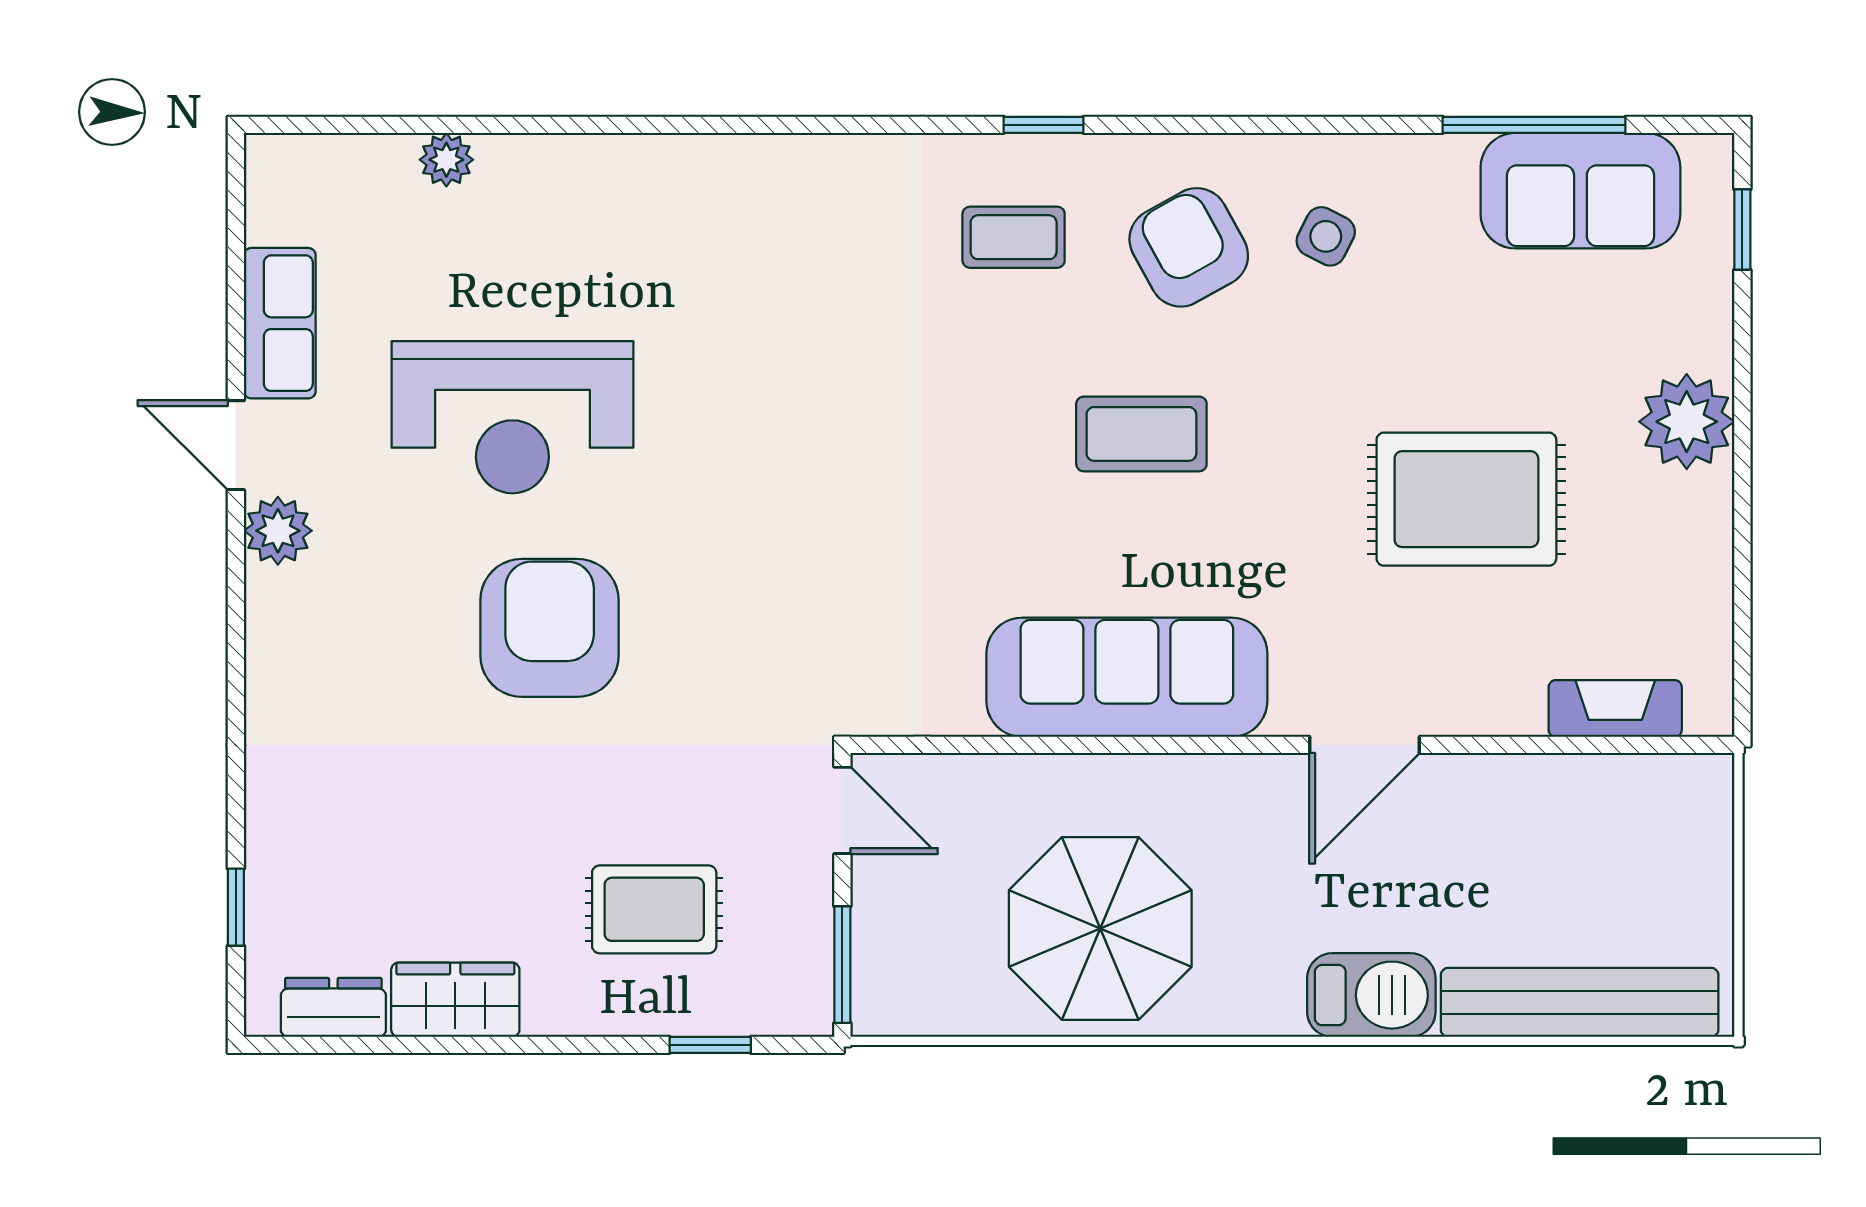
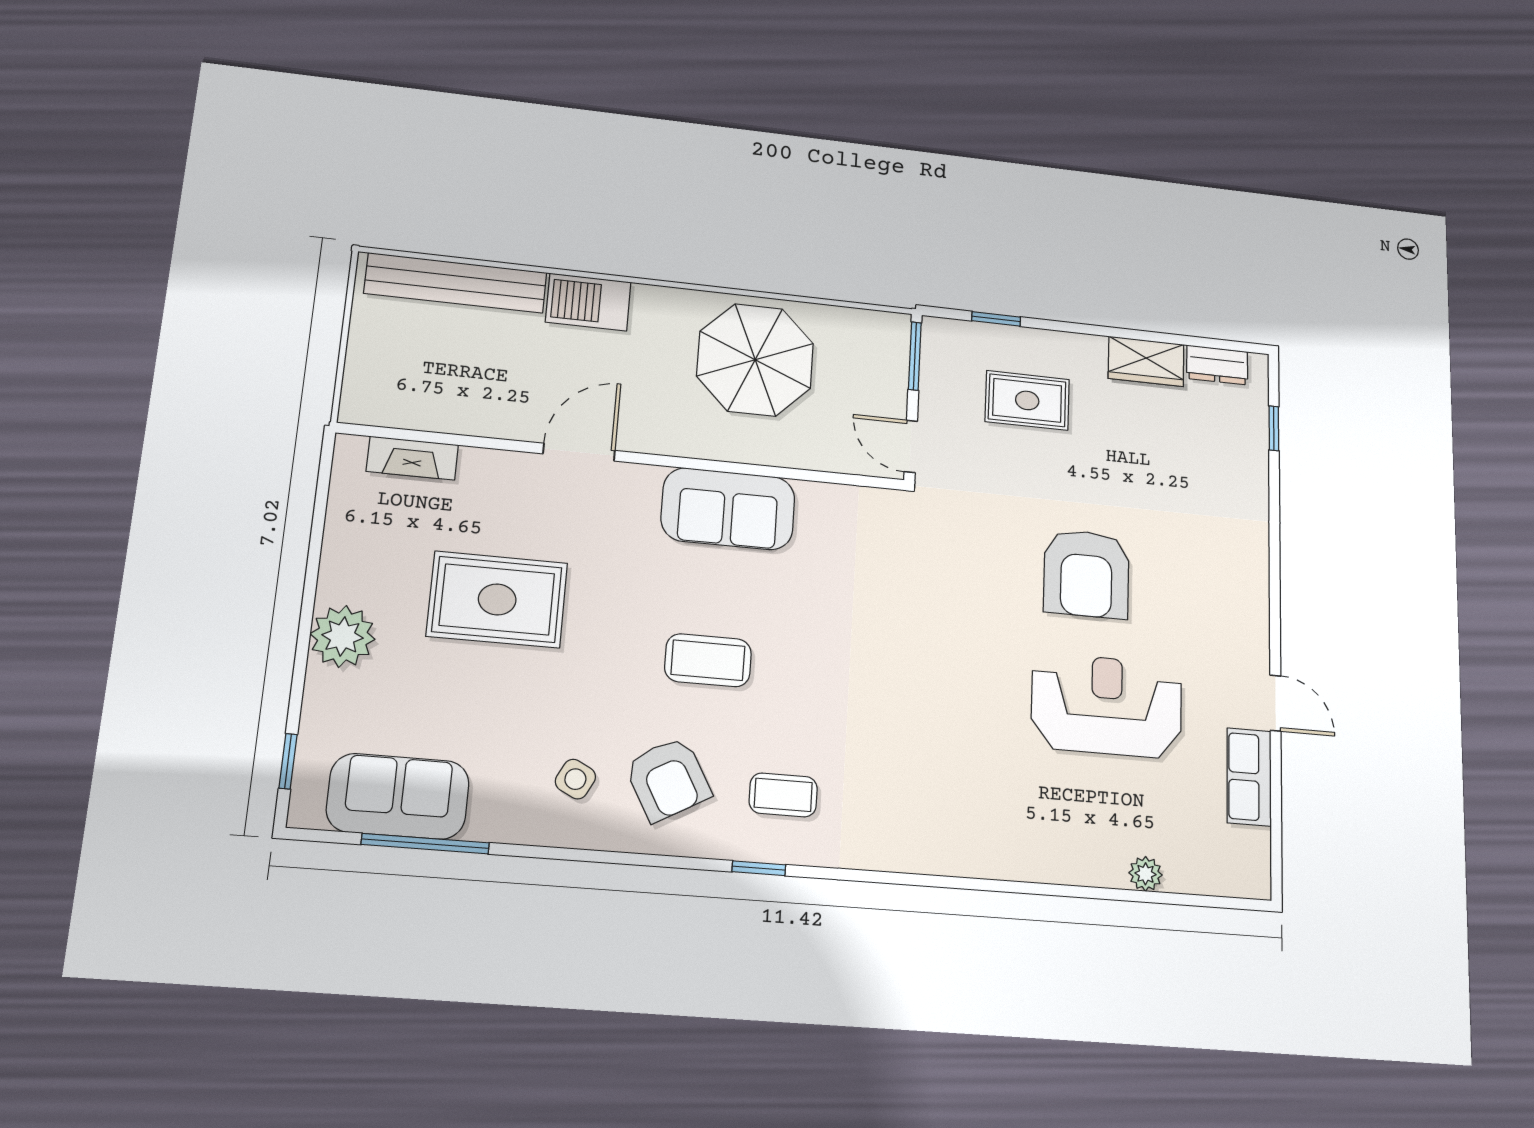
plant: (278, 531) -> (1250, 648), removed
sofa: (1127, 677) -> (728, 509), width x0.73

